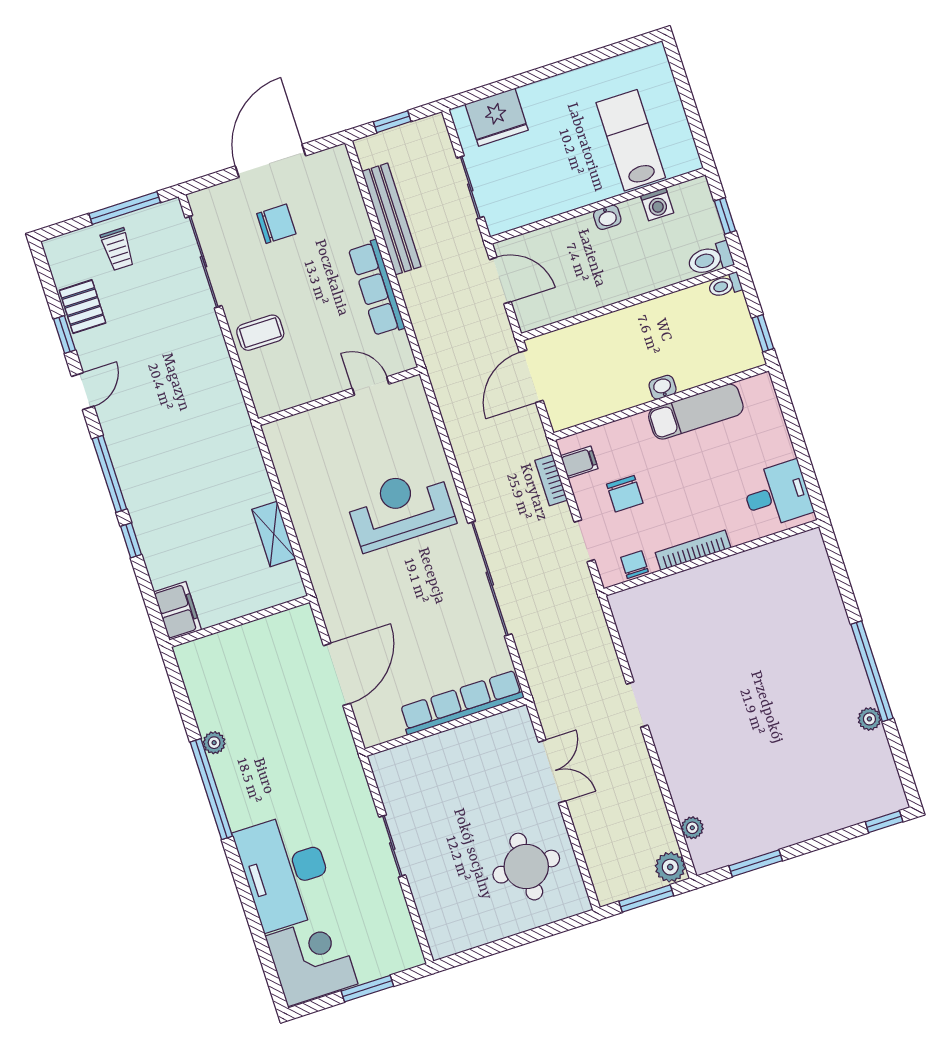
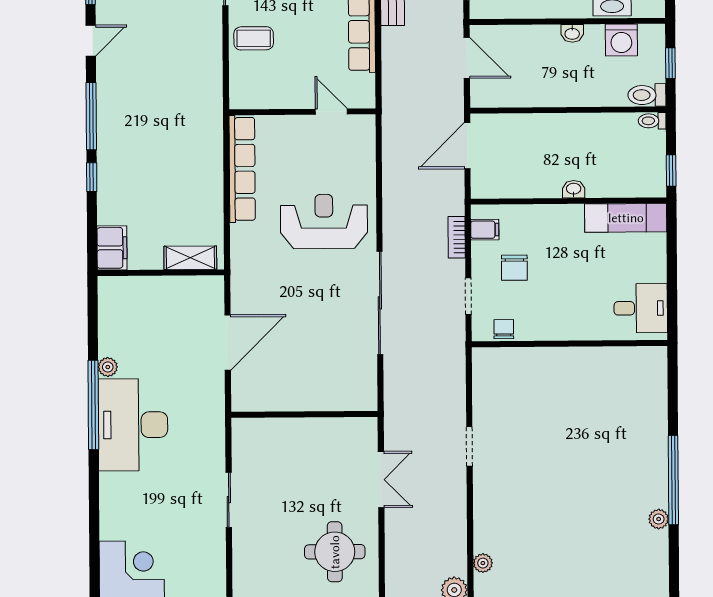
washing machine: (657, 204) -> (621, 40), width x1.38, depth x1.38
exam couch: (696, 412) -> (626, 218), moved
shelving: (274, 534) -> (190, 258), moved, turned 90
bookcase: (693, 550) -> (556, 333), removed
row of seats: (462, 703) -> (242, 169), moved, turned 90
desk: (286, 871) -> (133, 425), moved

